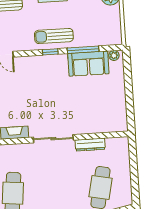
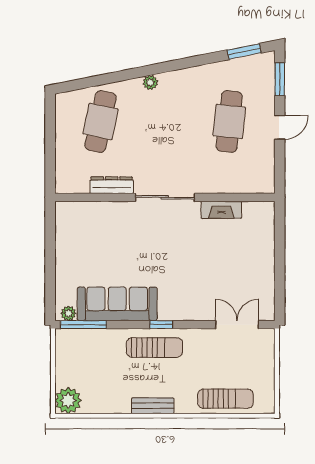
window: (83, 50) -> (83, 325), moved
sofa: (88, 64) -> (117, 304), width x1.36

